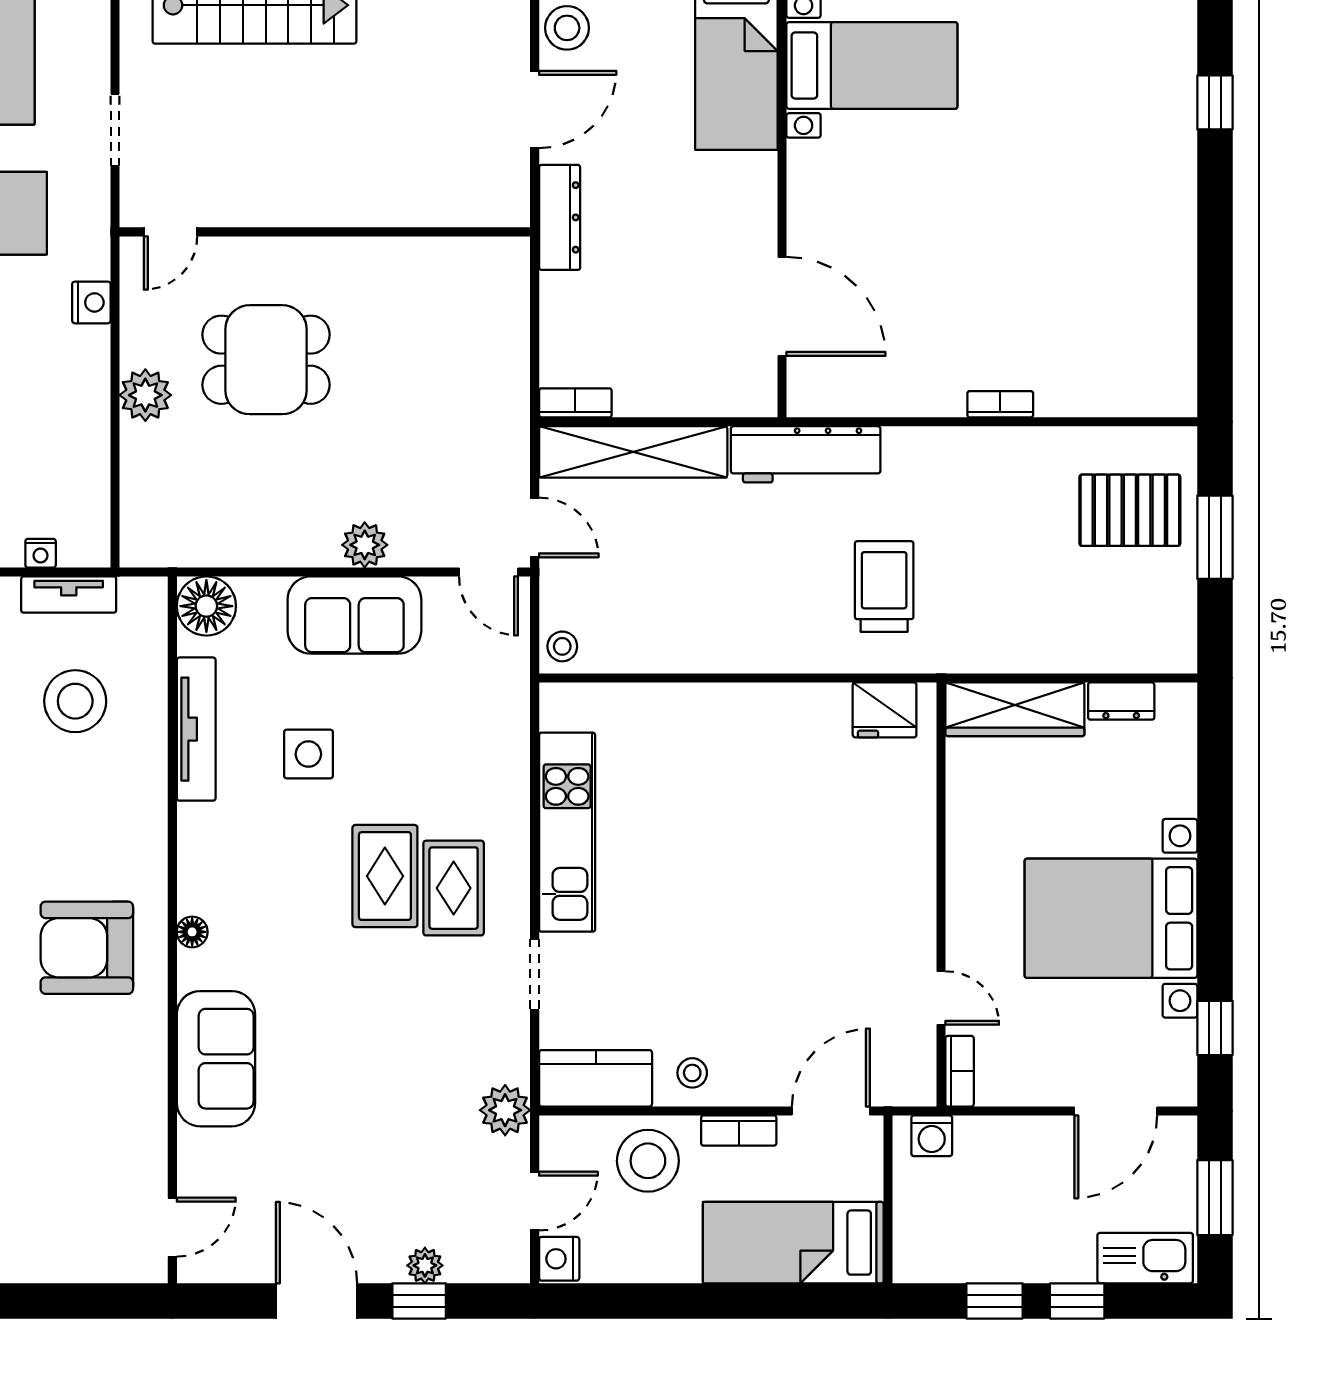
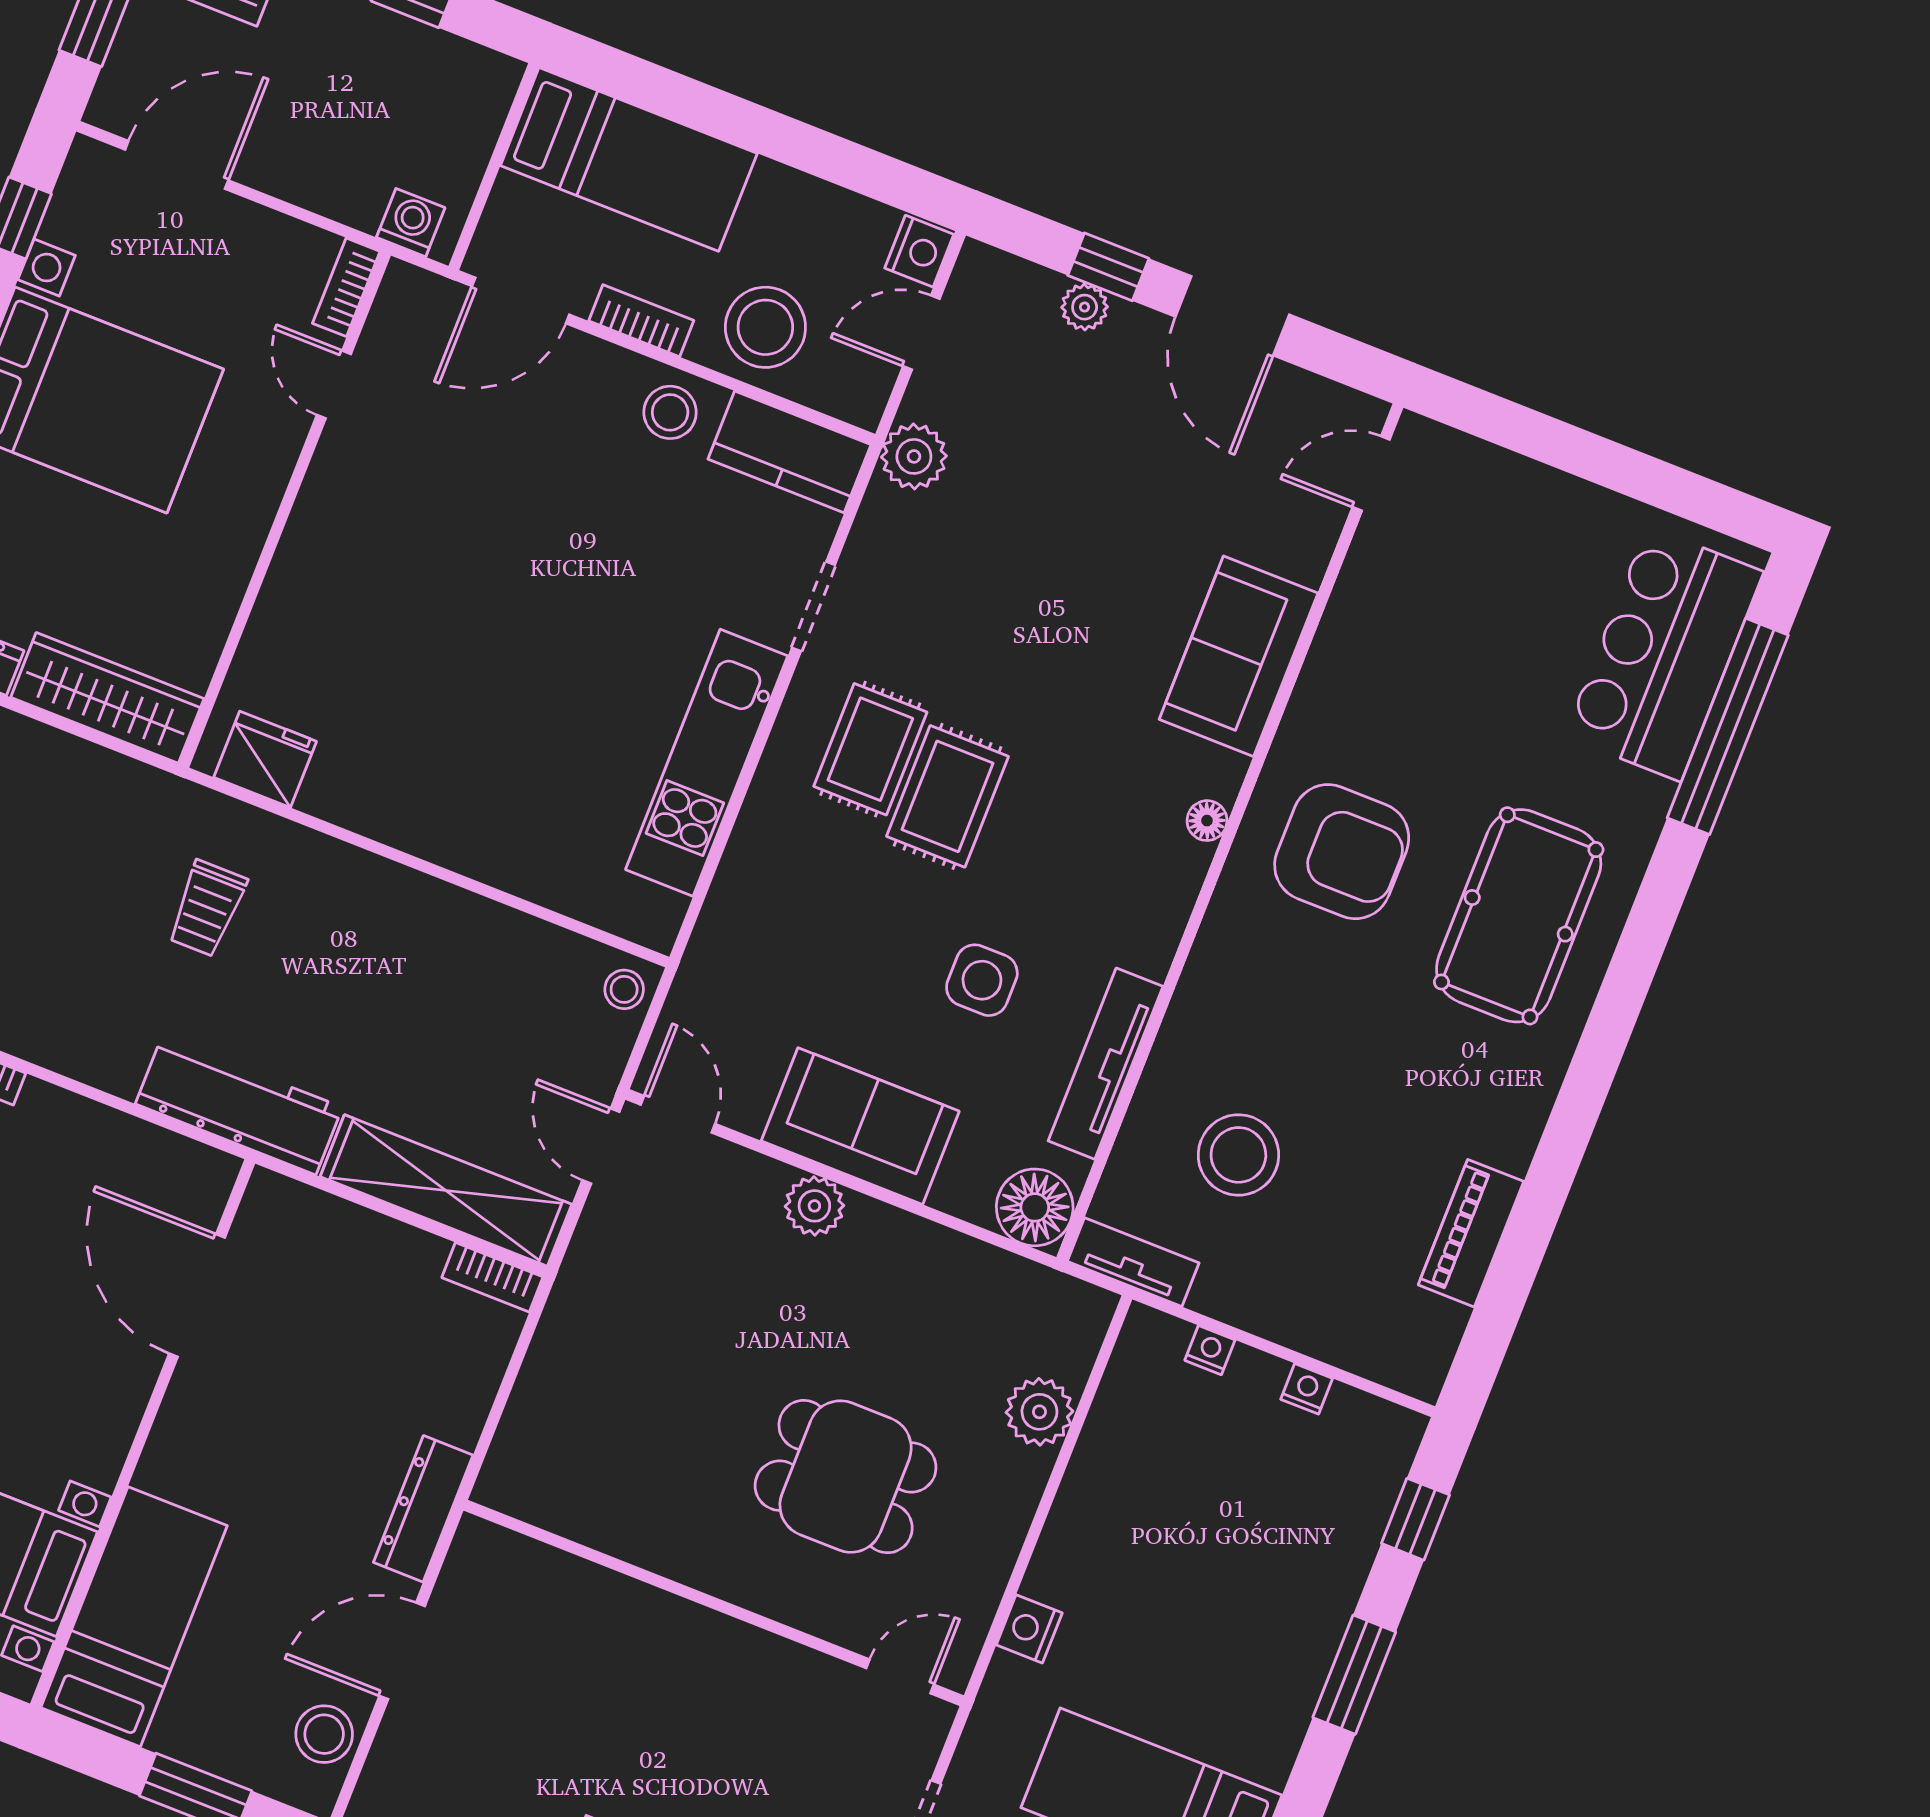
plant: (145, 395) -> (1039, 1412), moved
trolley: (884, 587) -> (207, 909), width x0.73, depth x0.72
tv unit: (69, 595) -> (1133, 1262), moved
stool: (692, 1073) -> (670, 412), width x1.37, depth x1.37

